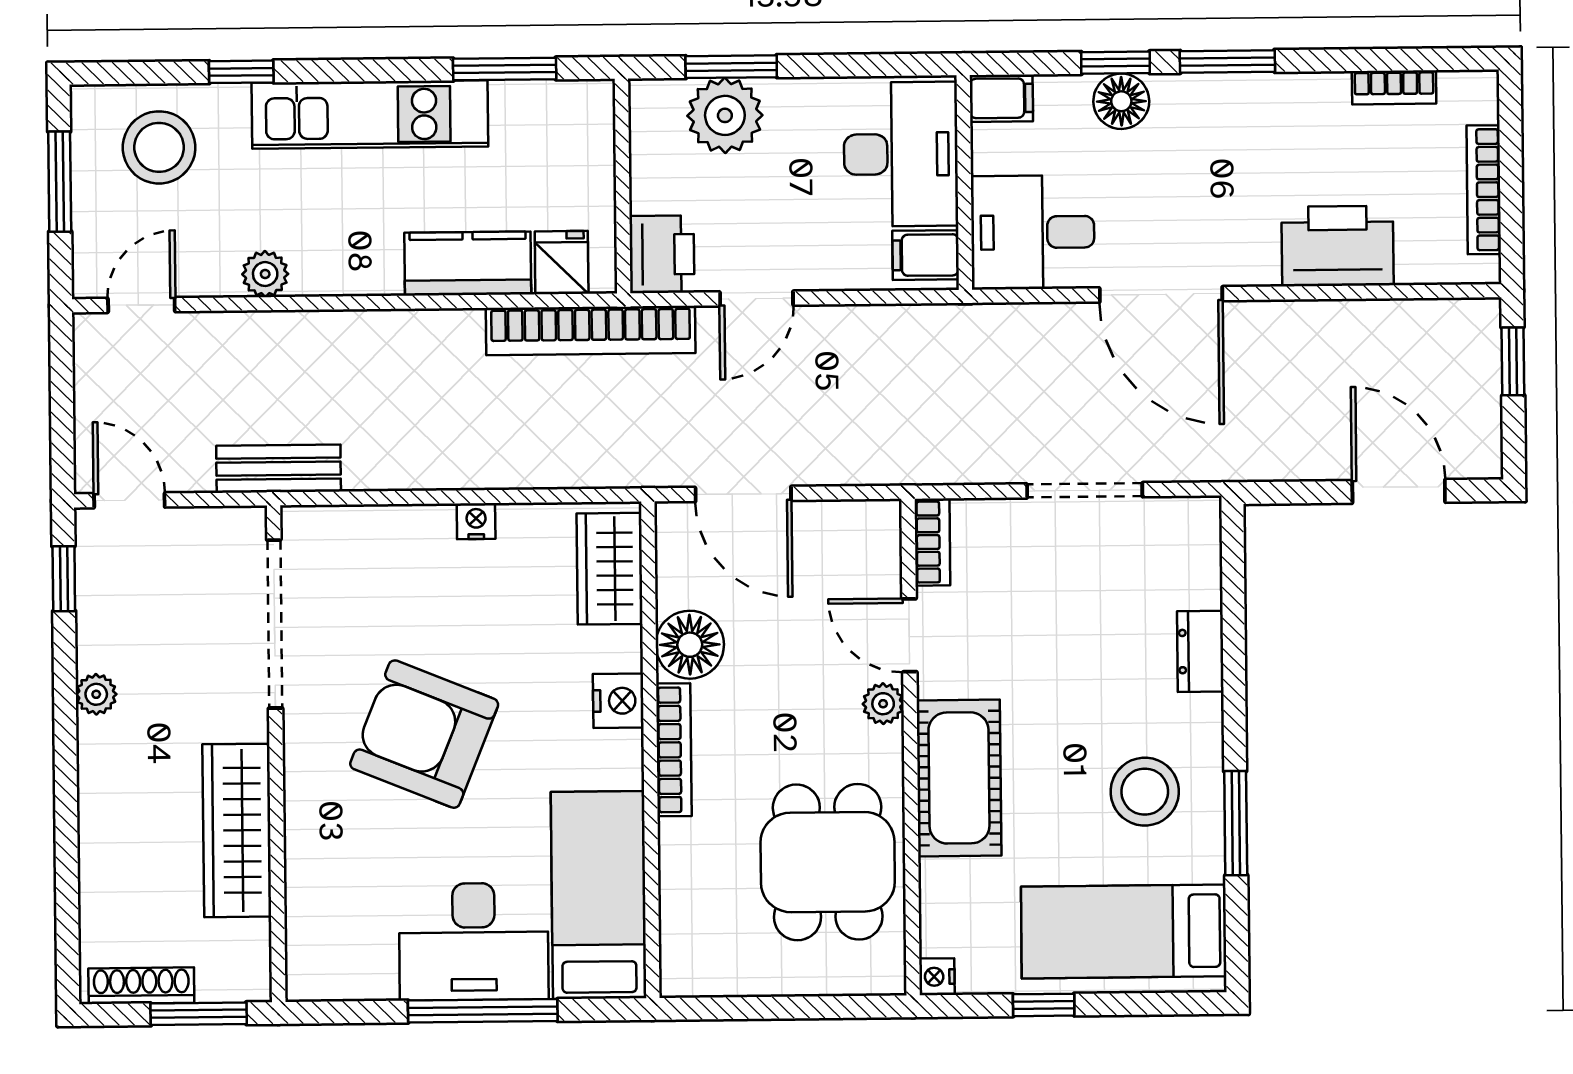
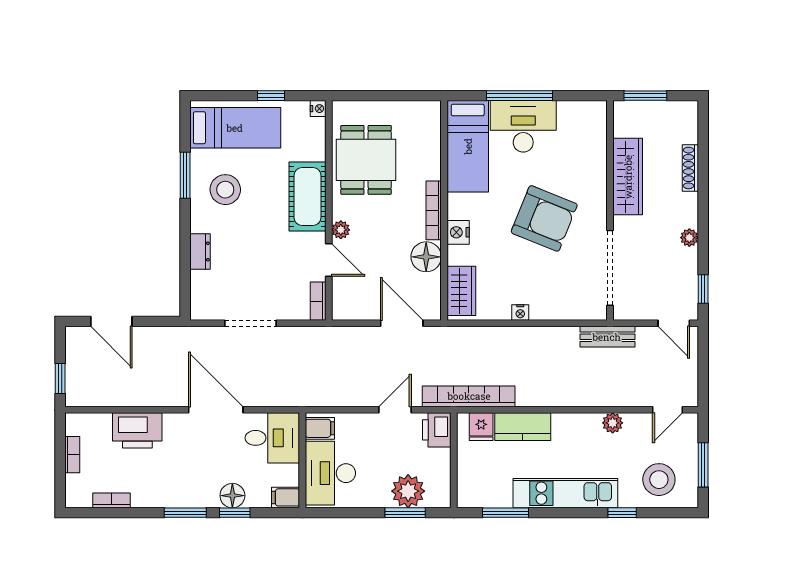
bookcase: (1484, 190) -> (72, 455), width x0.64
shoe rack: (141, 986) -> (690, 168), moved, turned 90

